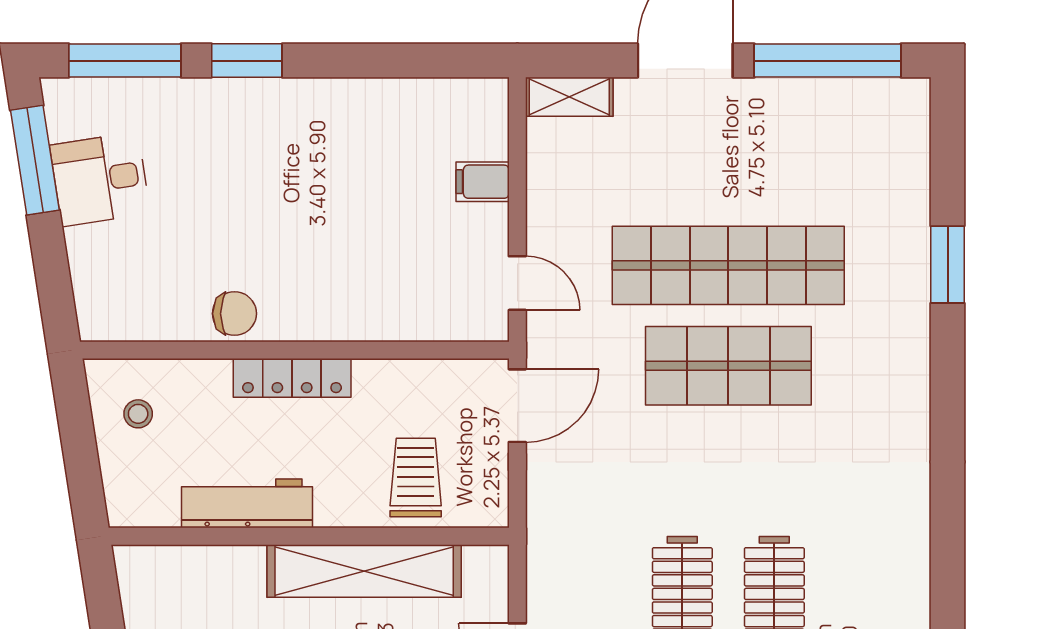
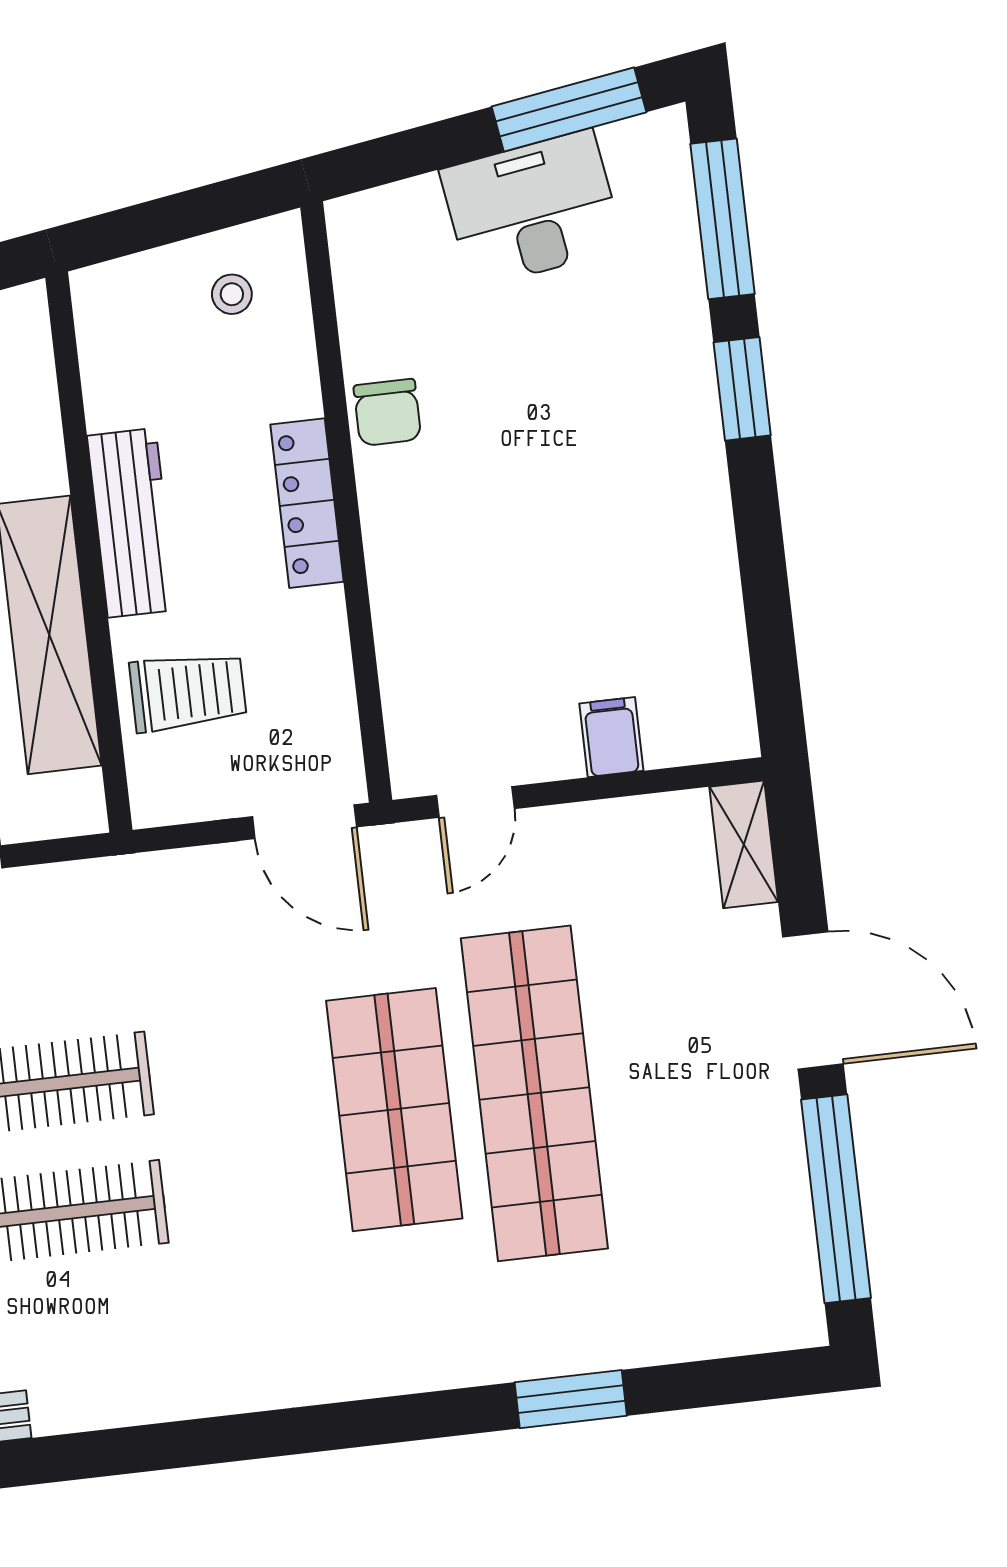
desk: (100, 179) -> (532, 209), width x1.37
workbench: (247, 503) -> (132, 523), moved

